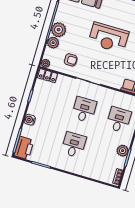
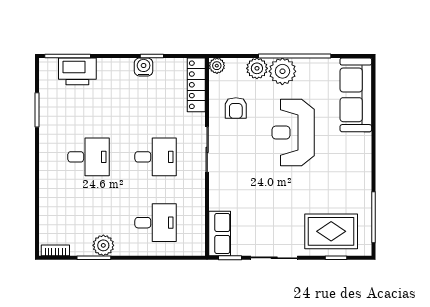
reception desk: (108, 38) -> (293, 133), moved
locker: (47, 76) -> (196, 85), width x1.53
water cooler: (30, 120) -> (144, 67), moved
printer: (24, 148) -> (77, 71), moved

